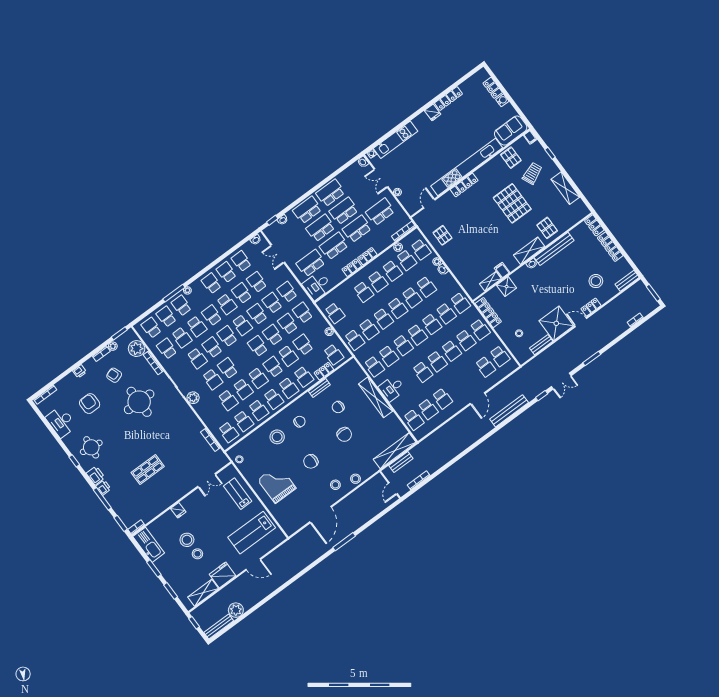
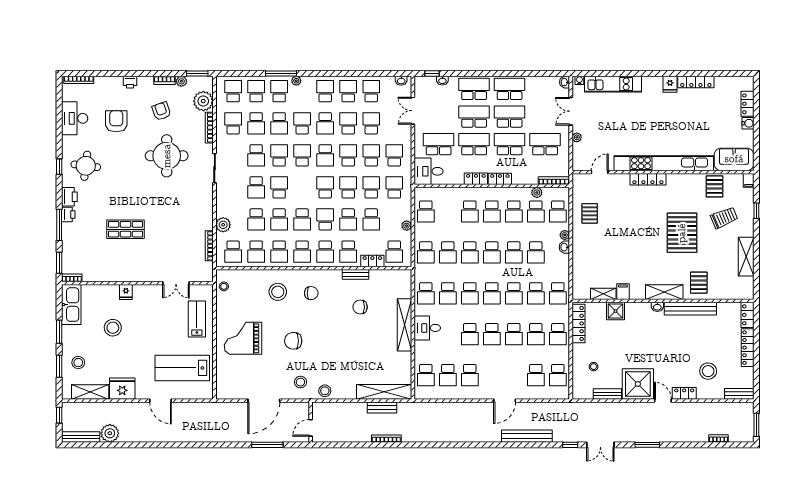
school desk: (303, 345) -> (371, 219), turned 180
plant: (193, 398) -> (223, 225), moved
chair: (344, 434) -> (346, 339), removed
grand piano: (277, 484) -> (243, 338), turned -90
wall: (390, 485) -> (311, 422), moved
door: (393, 488) -> (311, 428), moved
stool: (197, 554) -> (78, 363), moved

